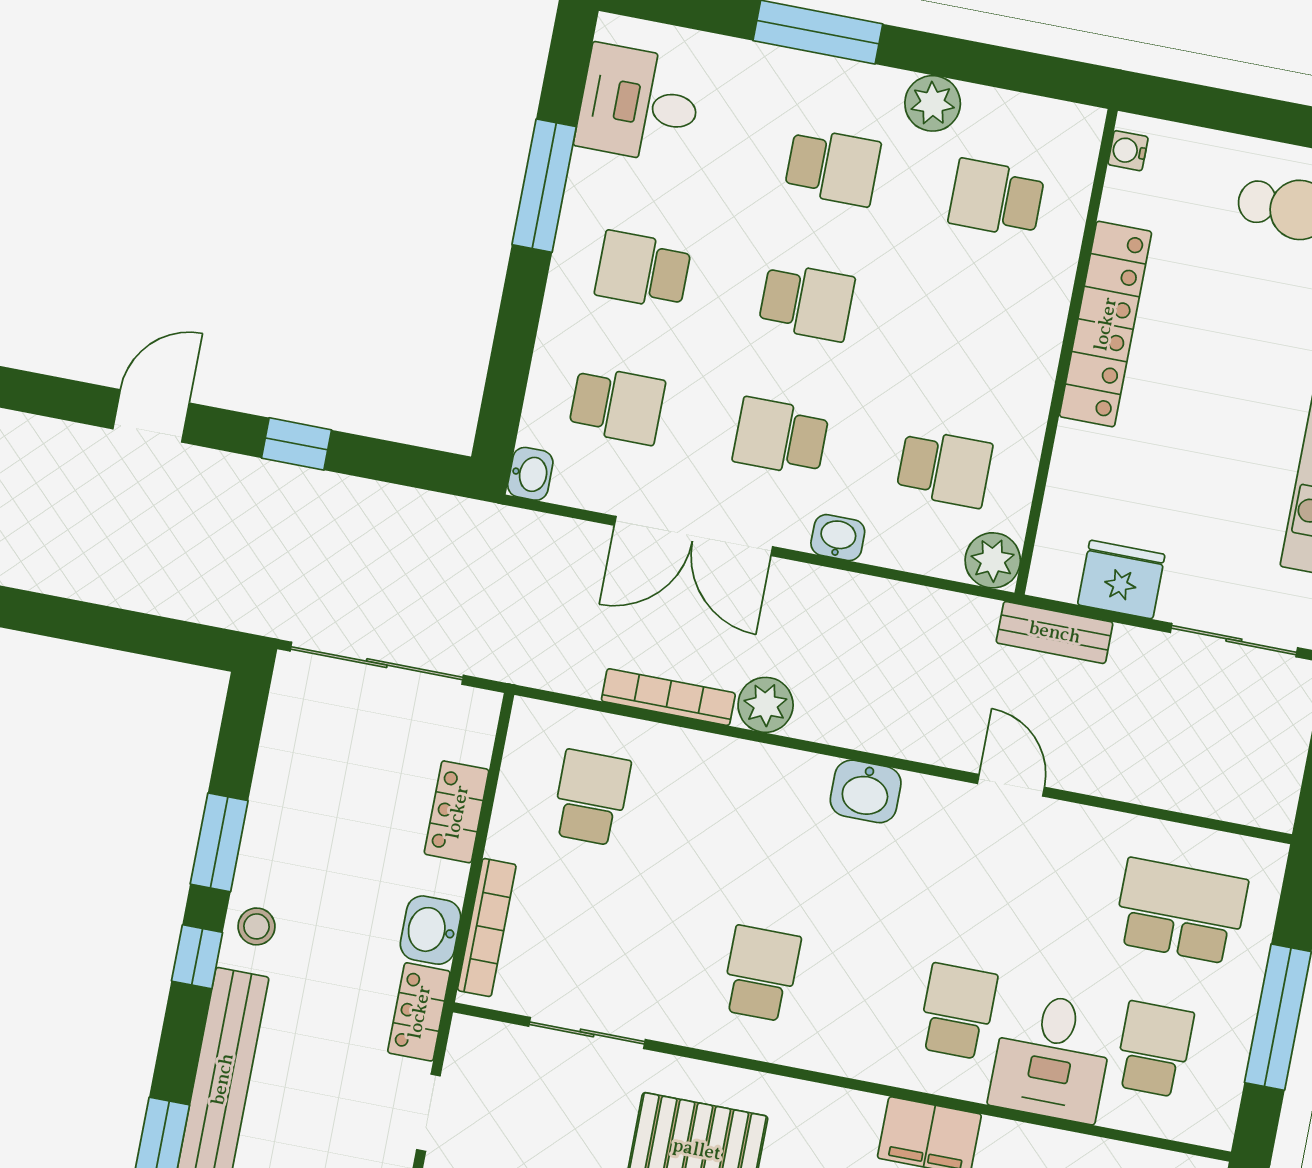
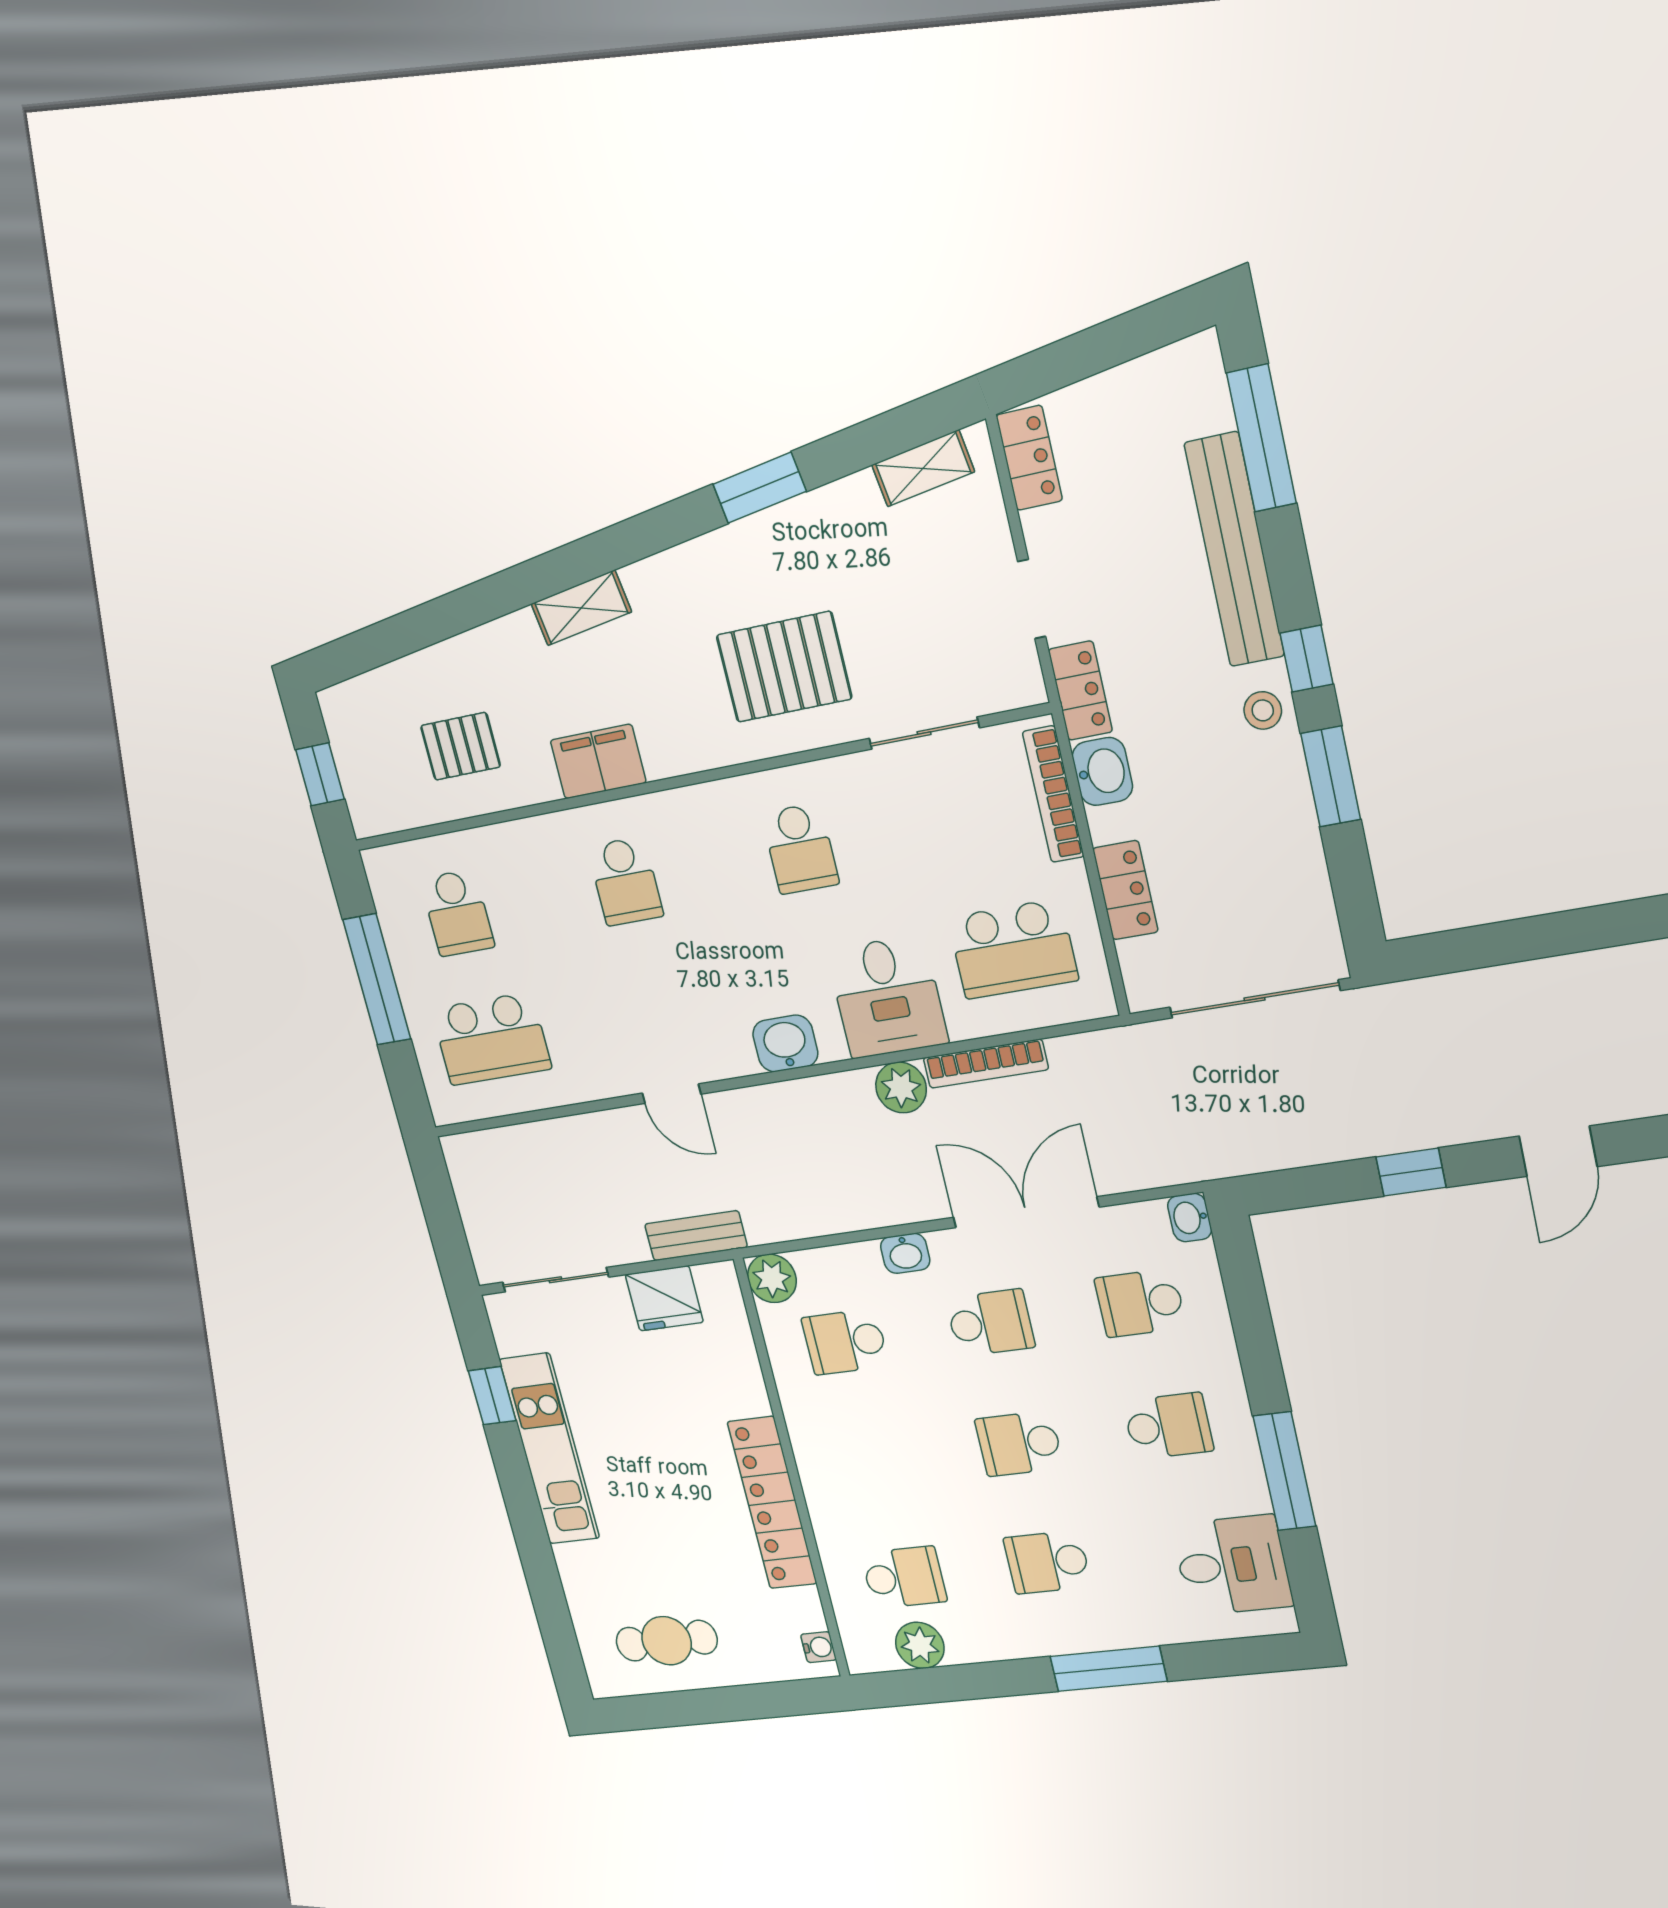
plant: (933, 103) -> (920, 1645), moved
school desk: (591, 797) -> (1013, 949), width x1.85
desk: (1052, 1057) -> (887, 997), moved, turned 180

